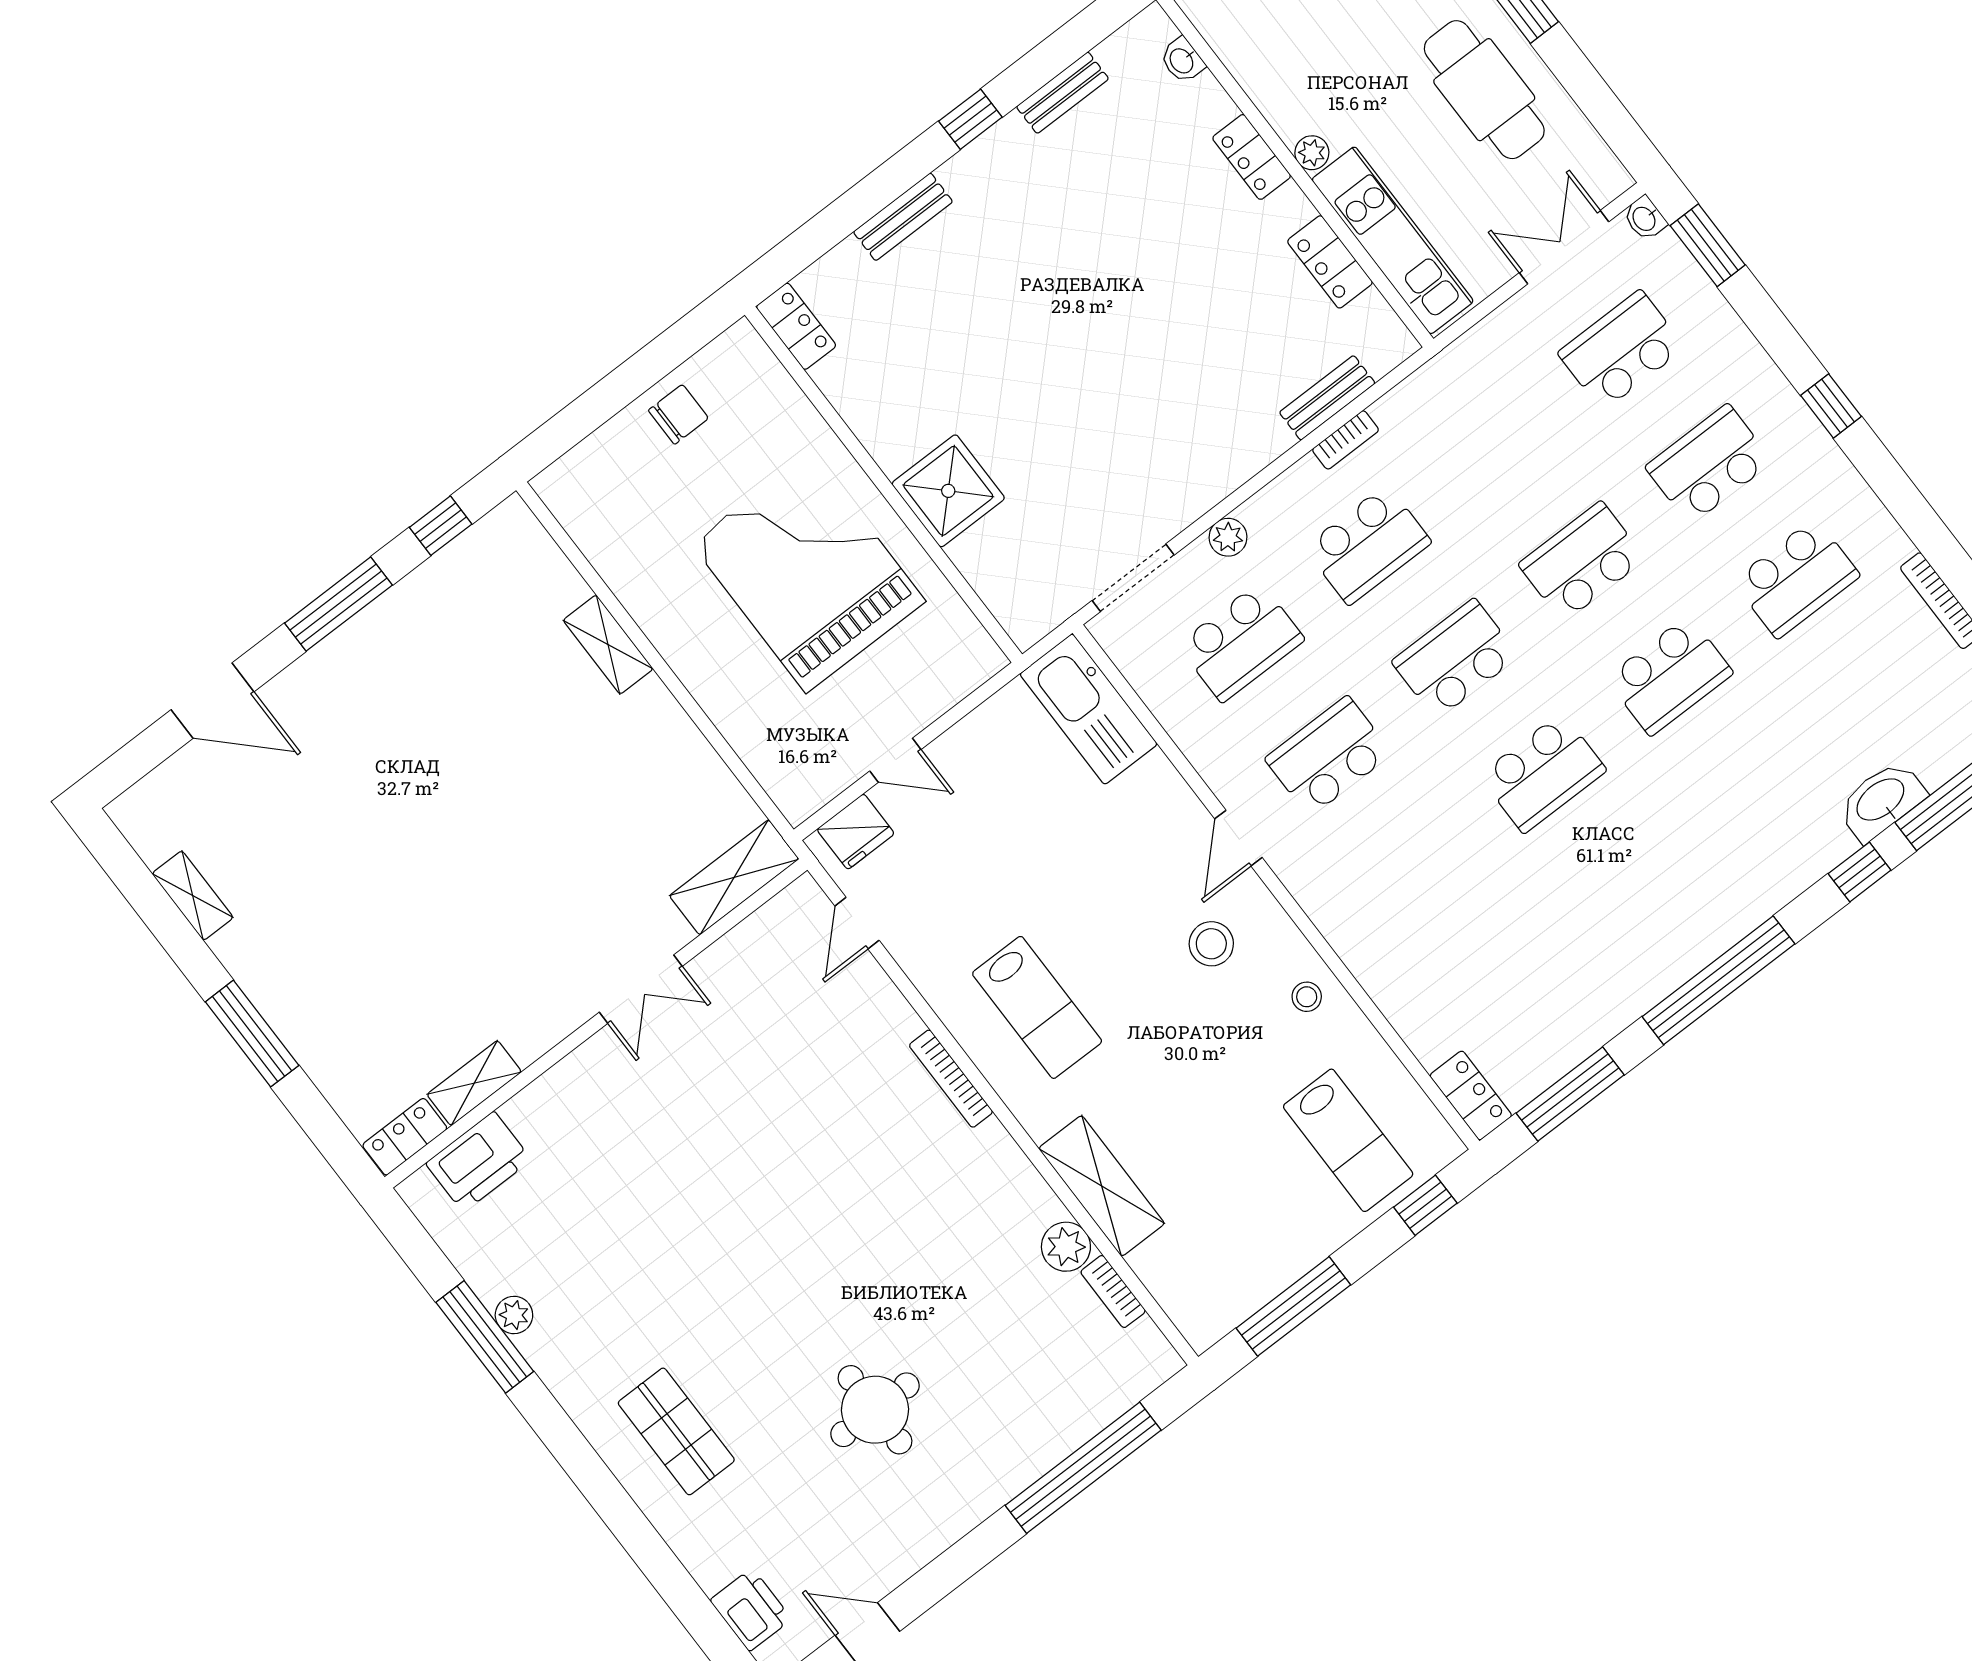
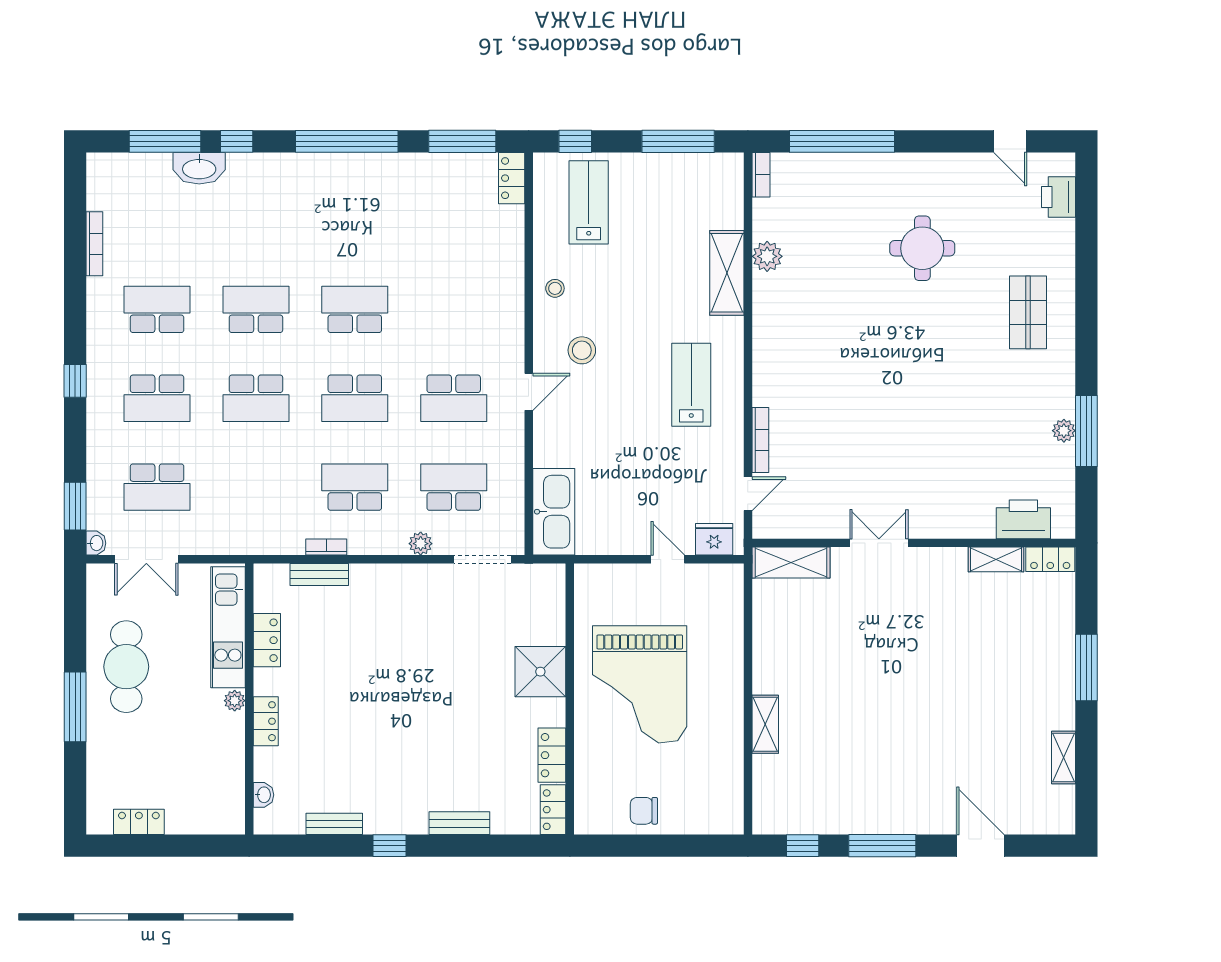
locker: (851, 395) -> (552, 755), added
bookcase: (951, 1079) -> (760, 440), moved
bookcase: (1113, 1291) -> (761, 175), moved

